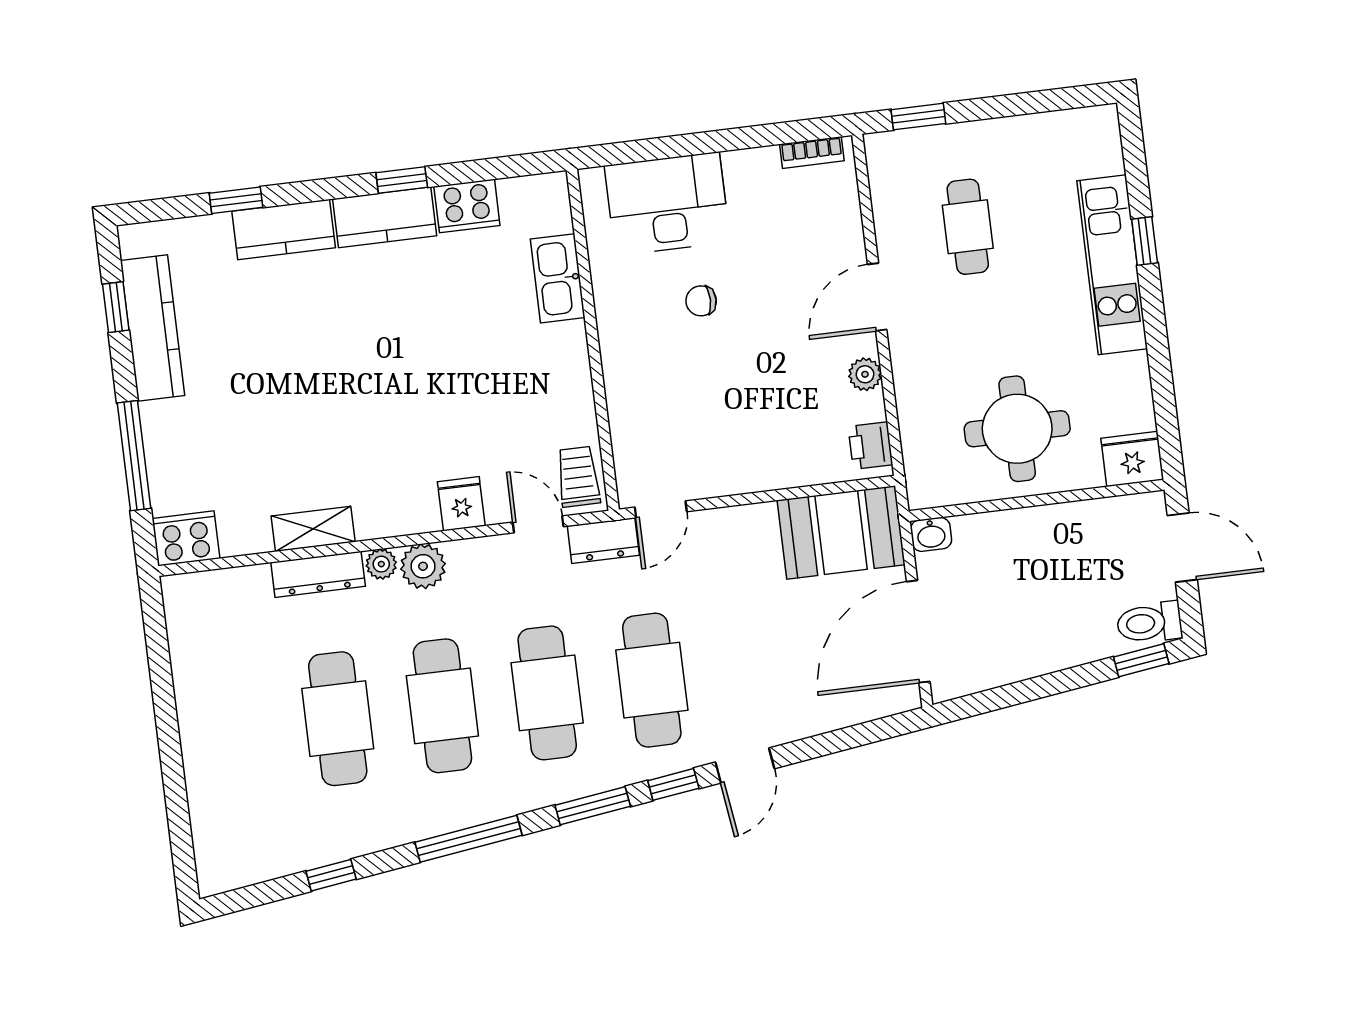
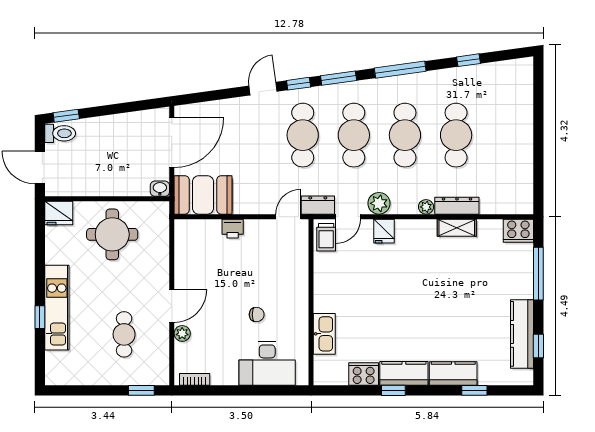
plant: (865, 374) -> (182, 333), moved
printer: (870, 446) -> (233, 229), moved, turned 90
door: (538, 524) -> (348, 217), hinge flipped
plant: (423, 566) -> (379, 203), moved

